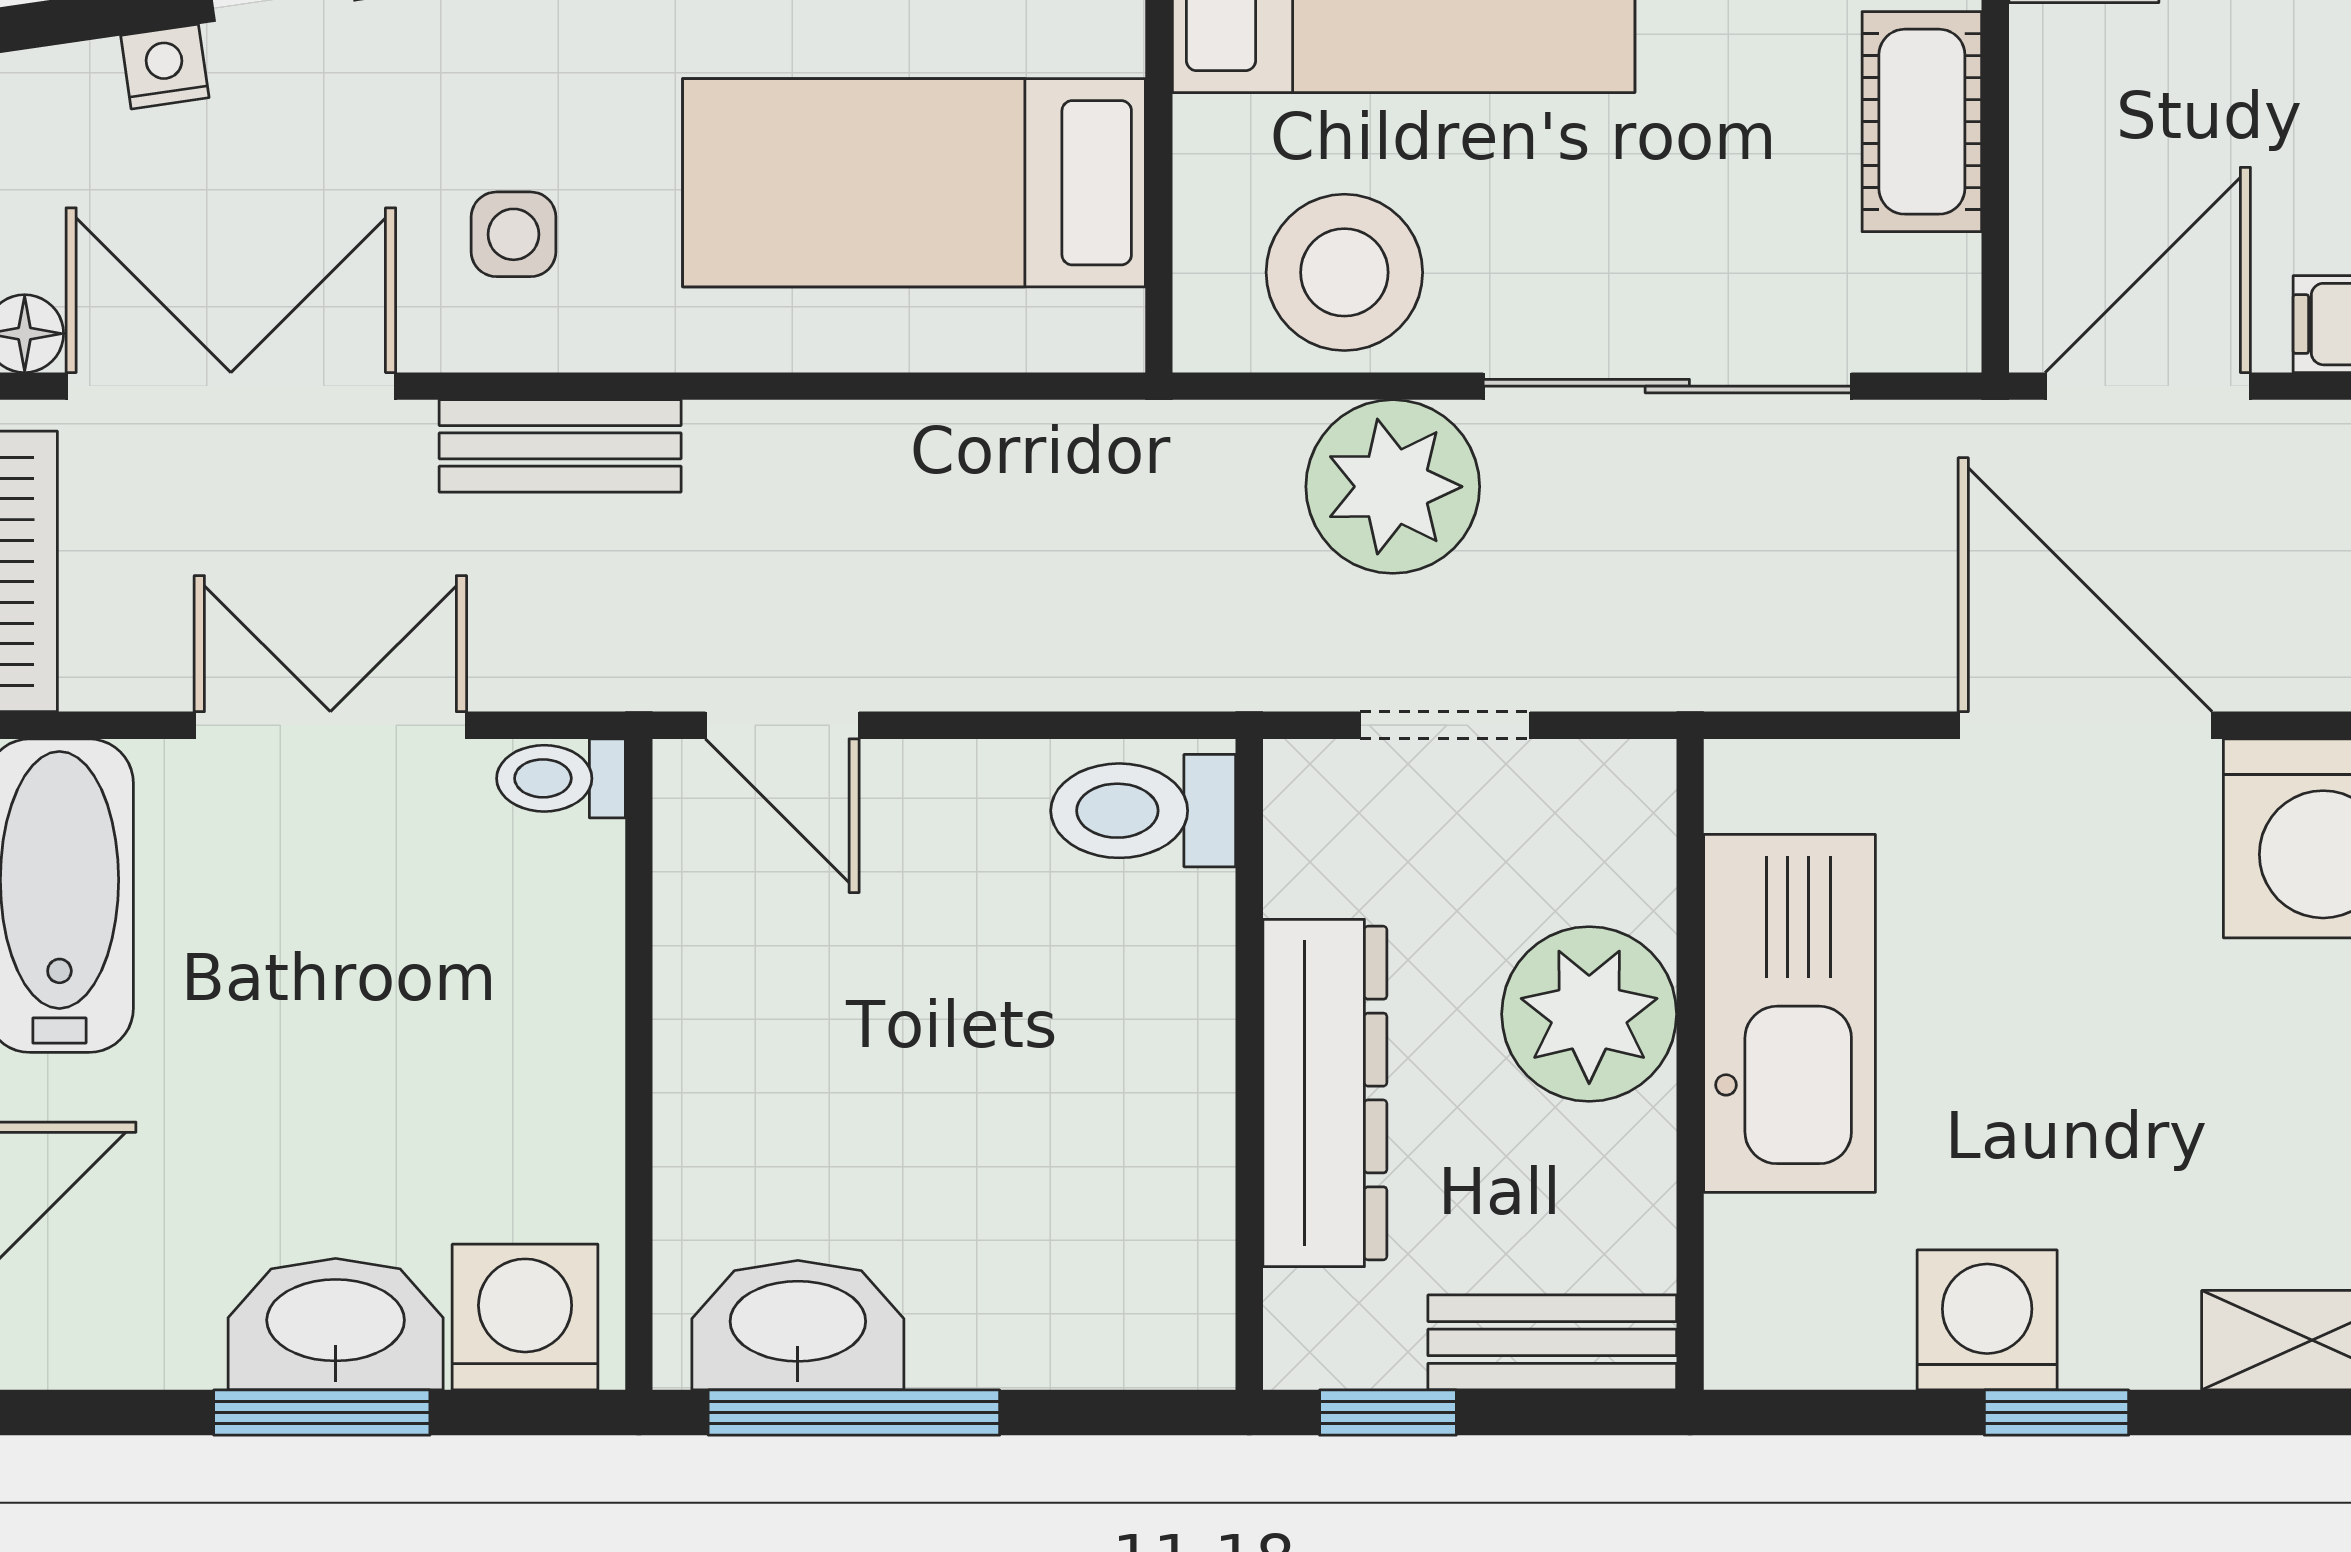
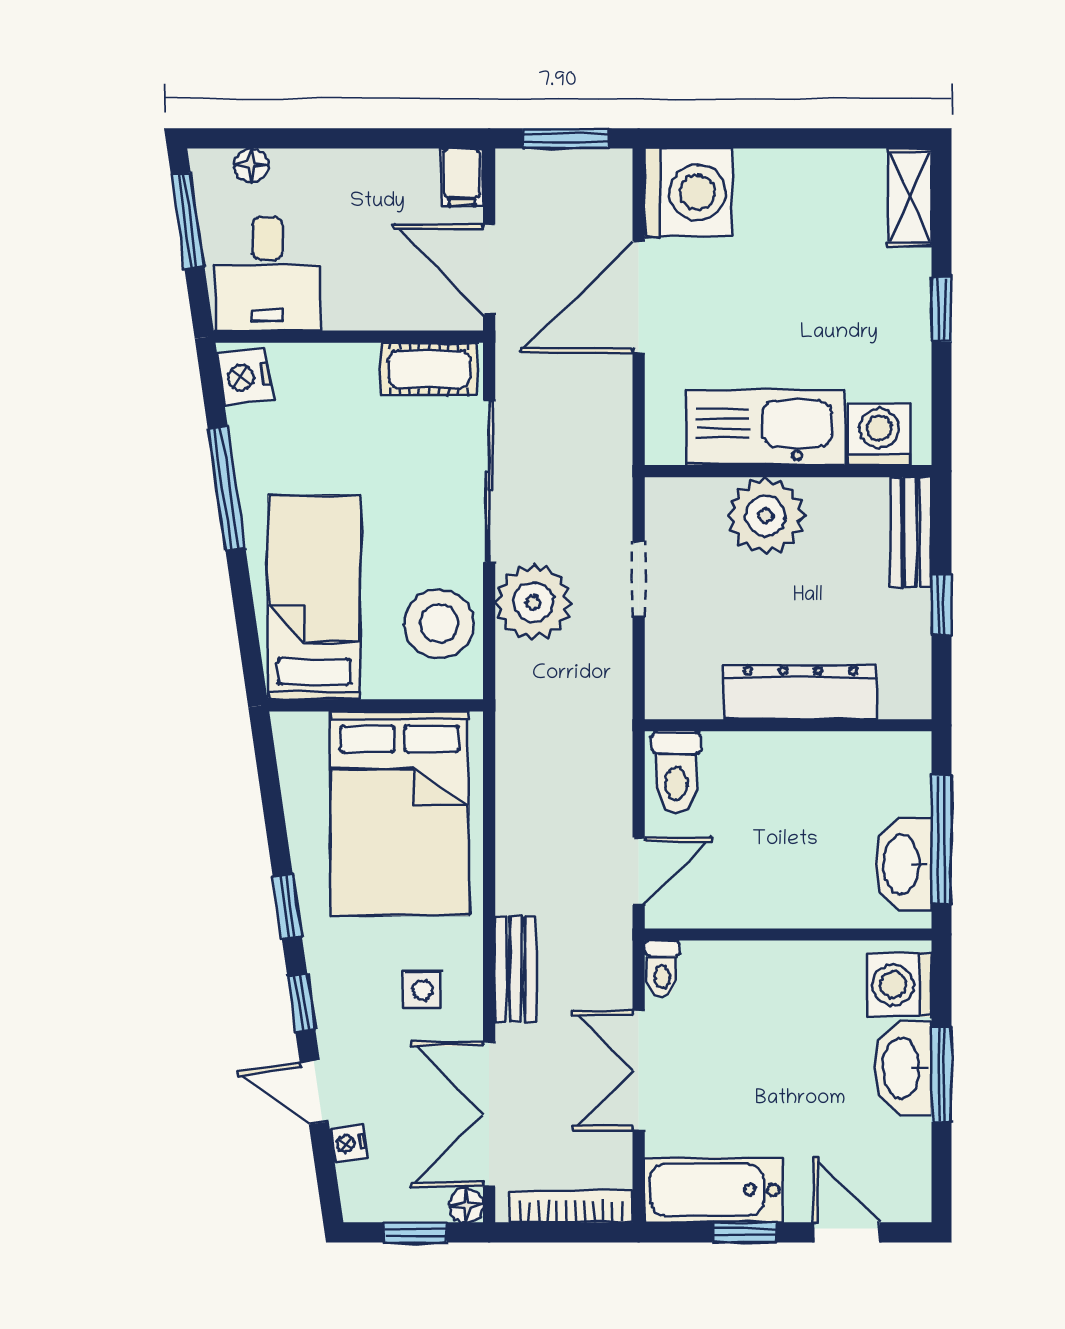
cot: (1922, 122) -> (429, 369), moved
bed: (914, 183) -> (400, 813), width x1.50
toilet: (1143, 811) -> (676, 772), moved
wall: (1249, 1064) -> (788, 725), moved
dresser: (1325, 1093) -> (801, 692), moved
washing machine: (1987, 1320) -> (879, 434), moved, turned 90

